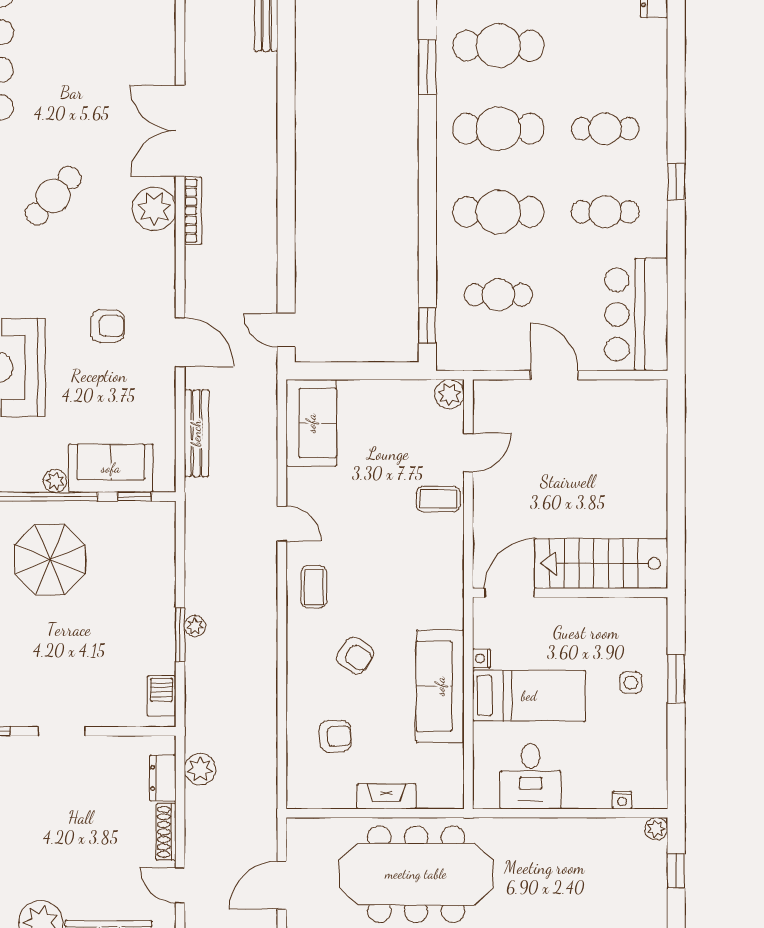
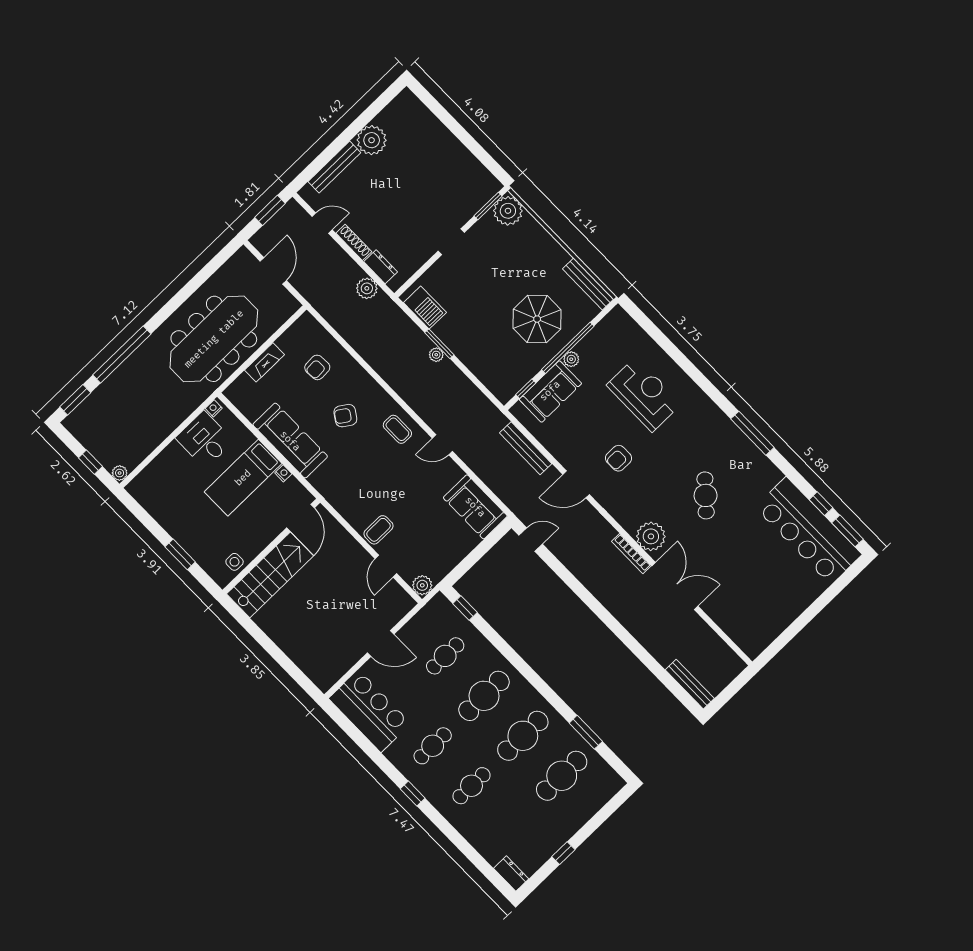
side table: (631, 683) -> (235, 562), moved
barbecue: (162, 696) -> (425, 308), width x1.38, depth x1.27
nightstand: (622, 800) -> (214, 408), moved

